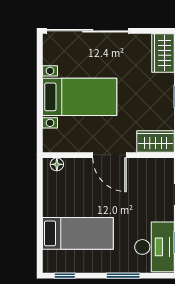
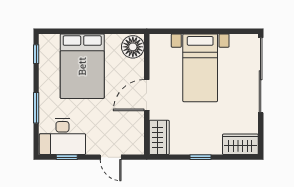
floor lamp: (57, 164) -> (133, 47), width x1.89, depth x1.89
bed: (78, 233) -> (82, 66), width x1.50

